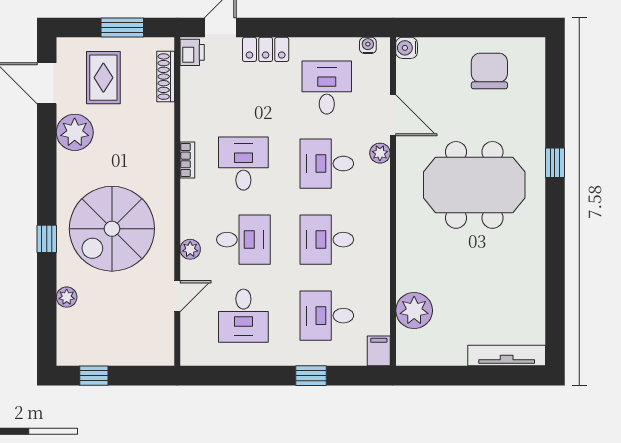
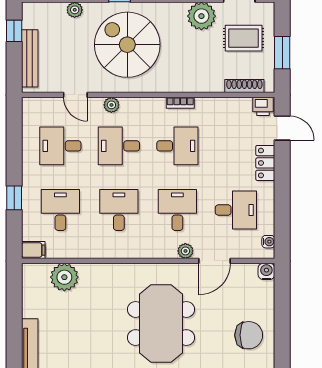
desk: (243, 240) -> (119, 146), turned 90
bench: (130, 356) -> (30, 58), added

